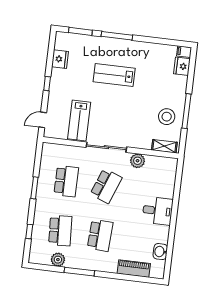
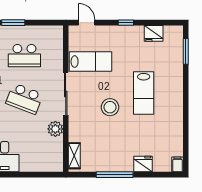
window: (117, 36) -> (186, 91), removed
fridge: (182, 66) -> (143, 164), moved
lab bench: (114, 75) -> (144, 93), turned 180
stool: (167, 117) -> (110, 107), moved
lab bench: (79, 121) -> (91, 62), turned 180

